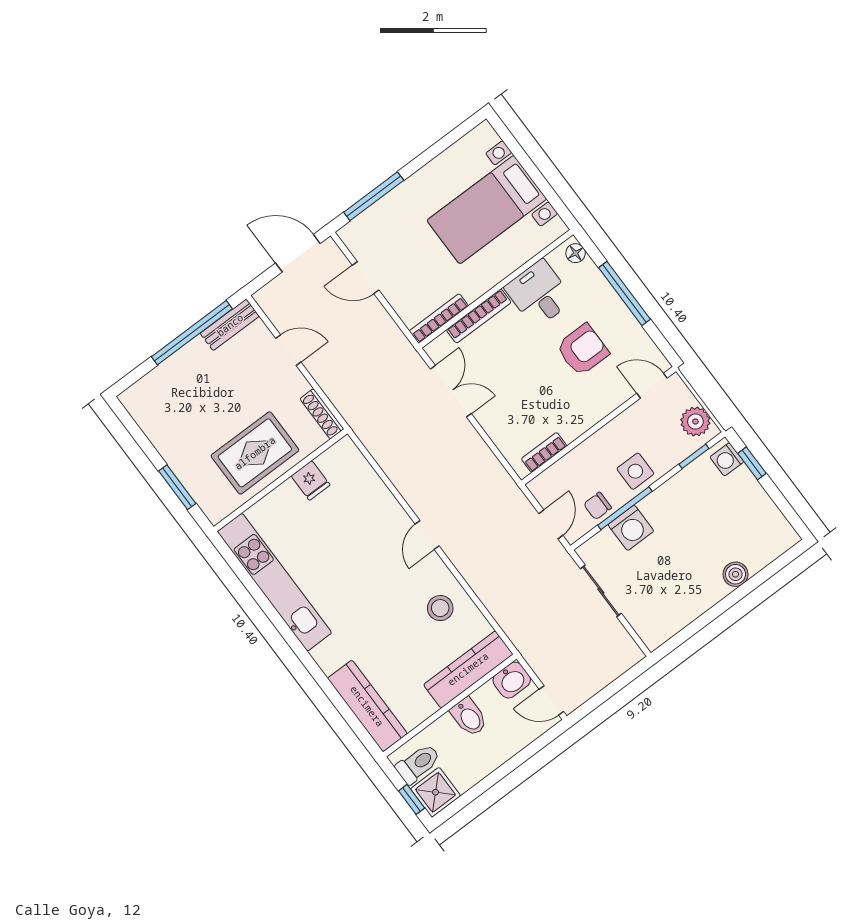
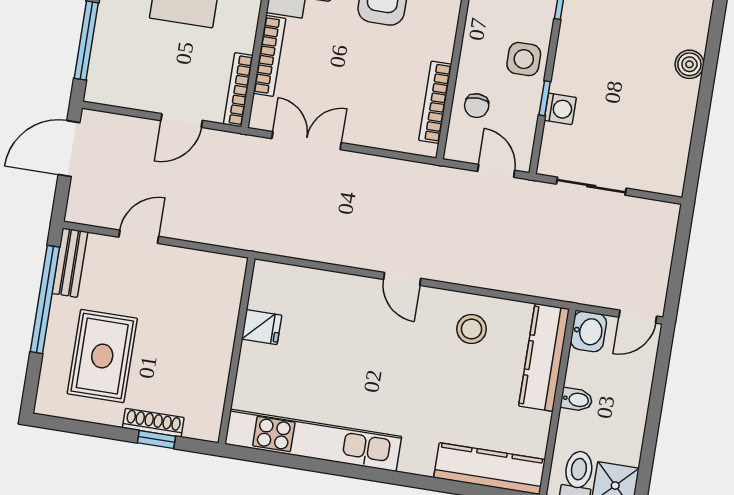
door: (366, 278) -> (182, 121), moved
shoe rack: (322, 414) -> (153, 423), moved, turned 180
bookcase: (544, 452) -> (435, 102), width x1.56
rug: (255, 453) -> (102, 356), moved
window: (177, 487) -> (156, 440), width x0.67
chair: (598, 506) -> (477, 106), moved
window: (625, 508) -> (545, 98), width x0.46
washing machine: (631, 528) -> (560, 109), width x0.73, depth x0.73
bidet: (469, 717) -> (577, 399), width x0.72, depth x0.74

